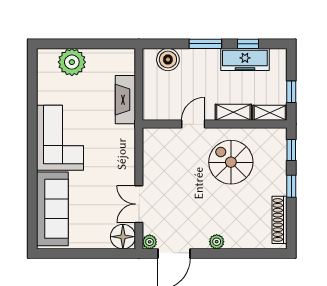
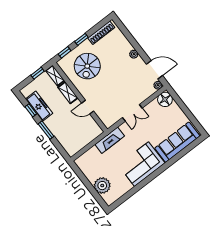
boiler: (168, 60) -> (67, 142), removed
fireplace: (125, 100) -> (110, 140), moved
spiral stairs: (231, 162) -> (87, 66), moved
double door: (139, 204) -> (132, 113), moved

